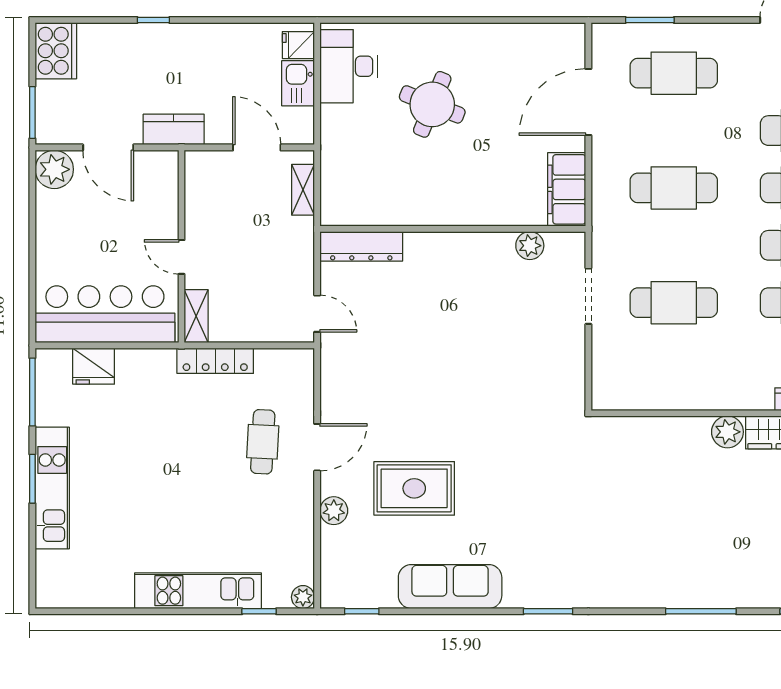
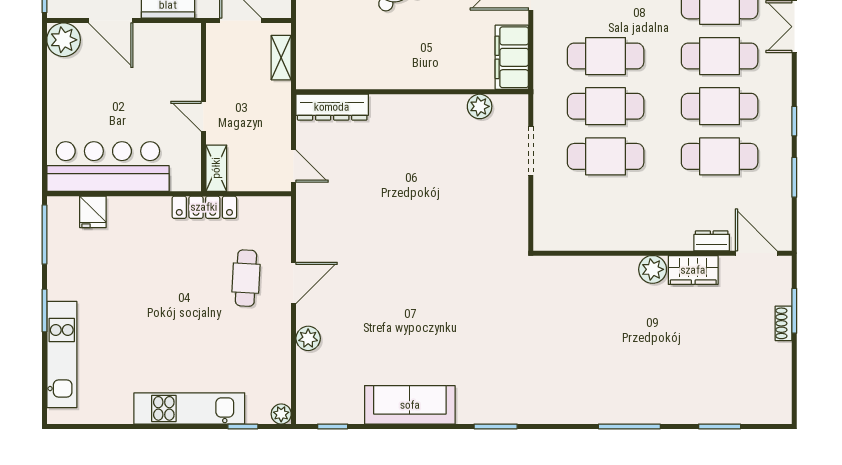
cafe table: (674, 245) -> (606, 106), added
wall: (182, 246) -> (203, 107), moved
door: (182, 257) -> (203, 116), moved
shelving: (196, 316) -> (216, 168), moved
fridge: (94, 366) -> (93, 212), width x0.72
kitchen unit: (52, 488) -> (62, 354), moved
rug: (414, 488) -> (378, 319), removed

